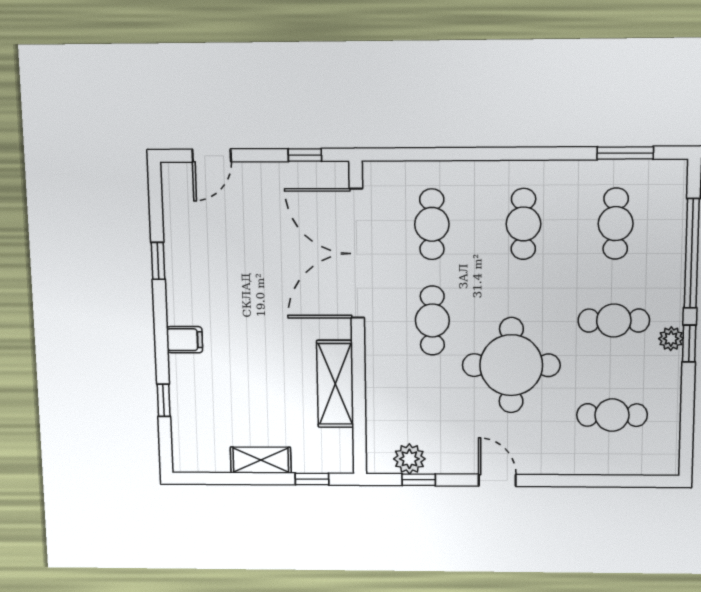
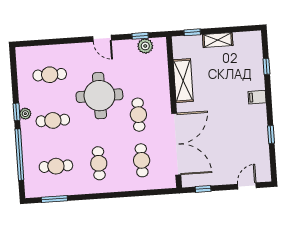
cafe table: (616, 224) -> (56, 166), turned 90

